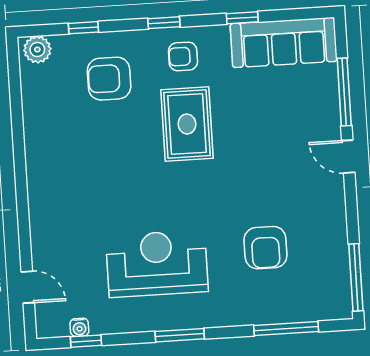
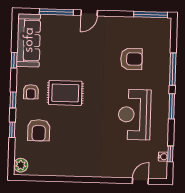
window: (83, 28) -> (12, 130), moved
window: (286, 328) -> (173, 69), moved

